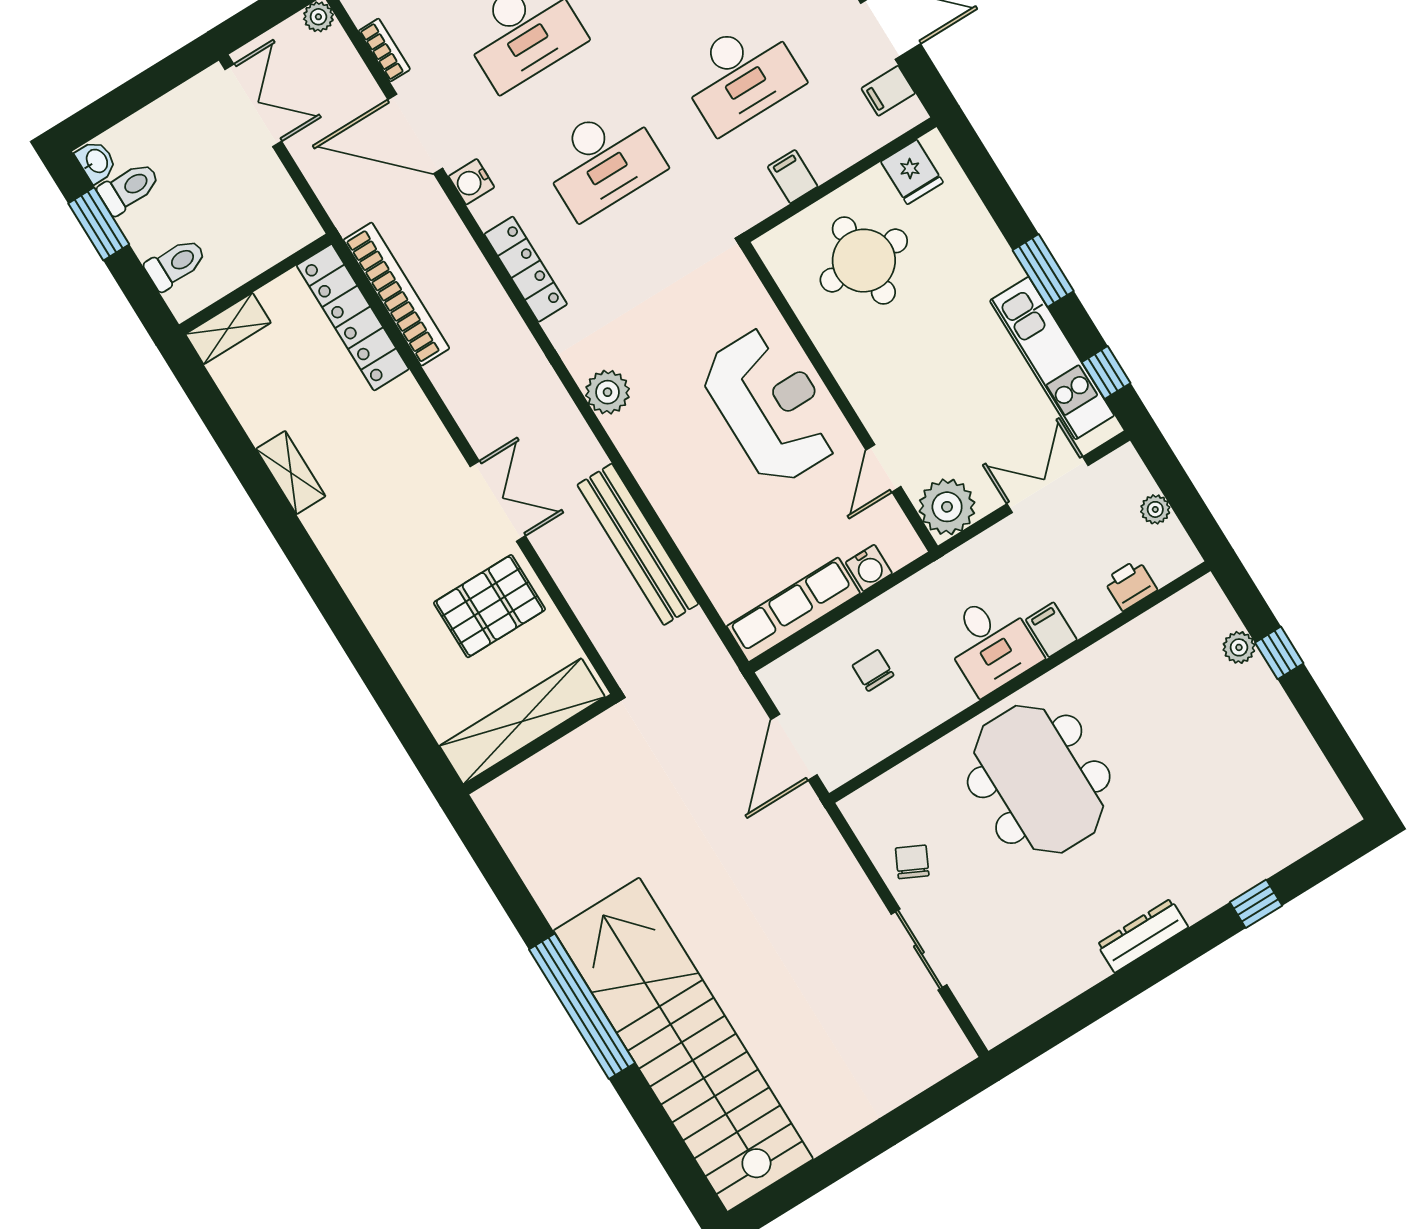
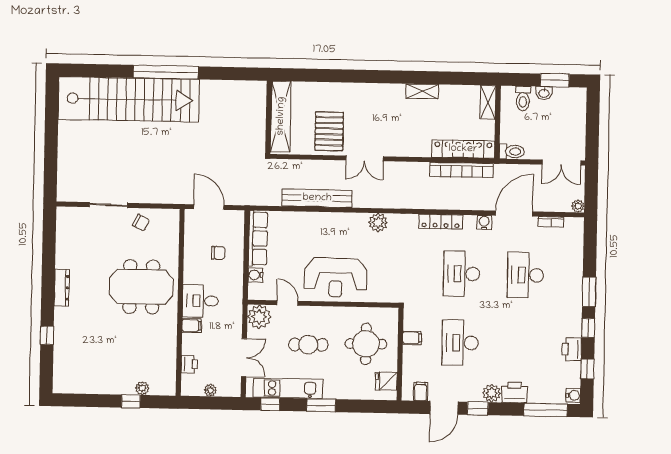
washbasin: (96, 161) -> (544, 93), moved
toilet: (129, 188) -> (512, 151), moved, turned -90
cafe table: (939, 374) -> (308, 345), added

